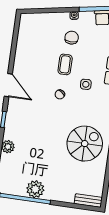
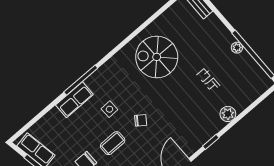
plant: (35, 189) -> (237, 48), width x0.53, depth x0.53

